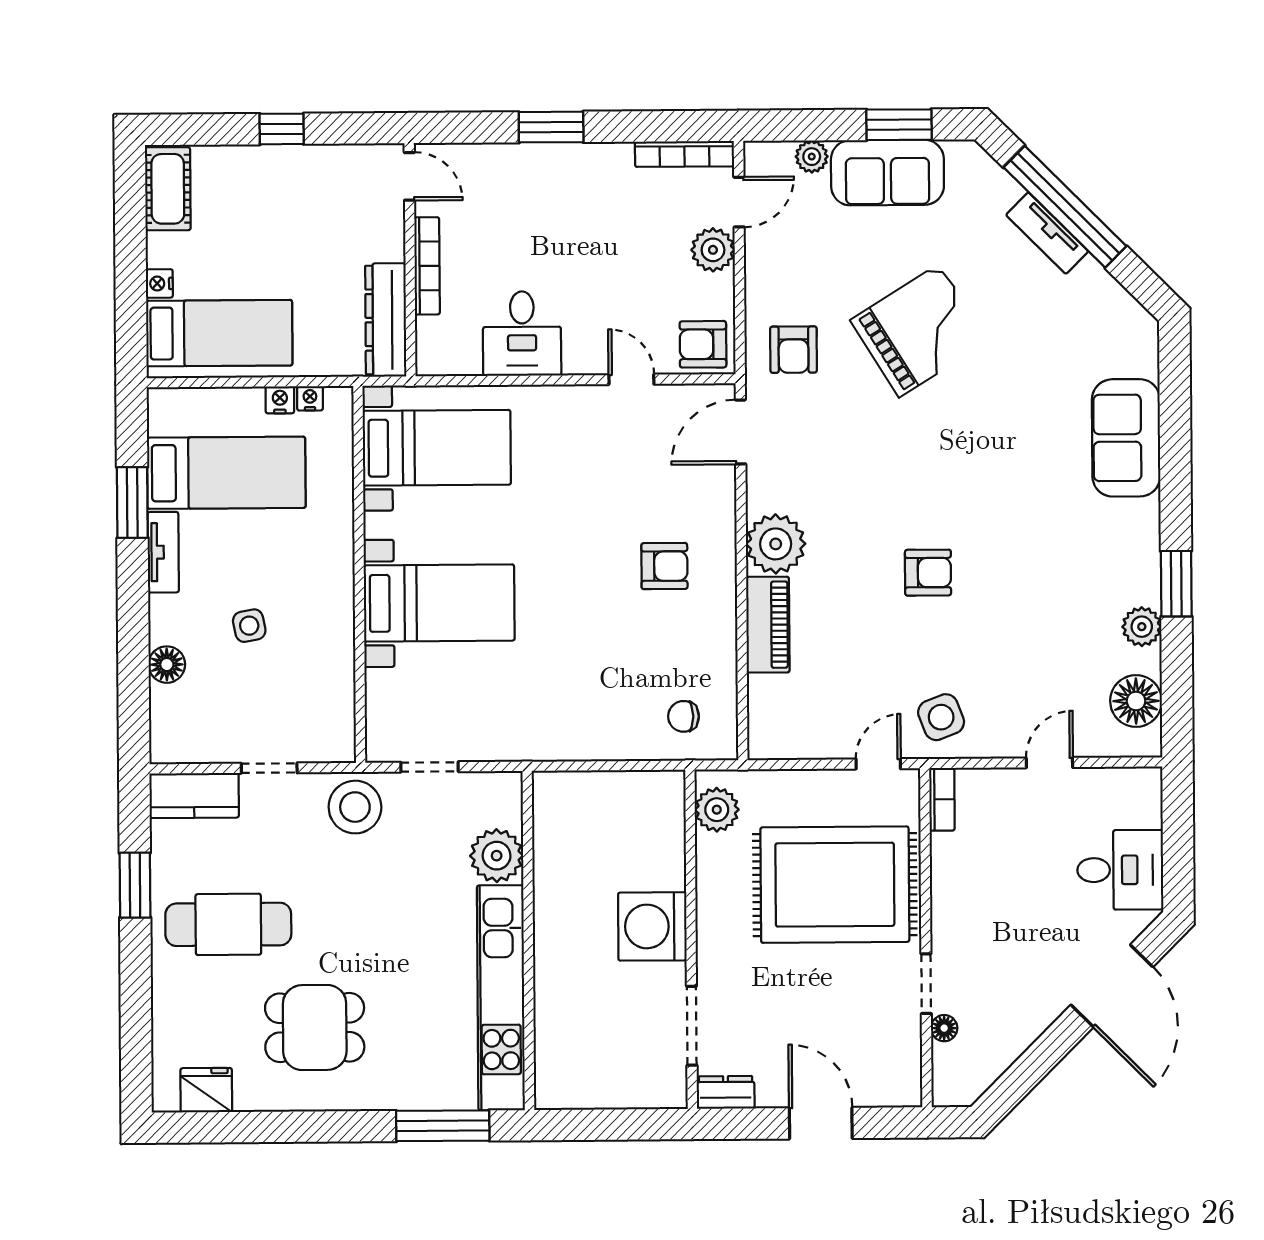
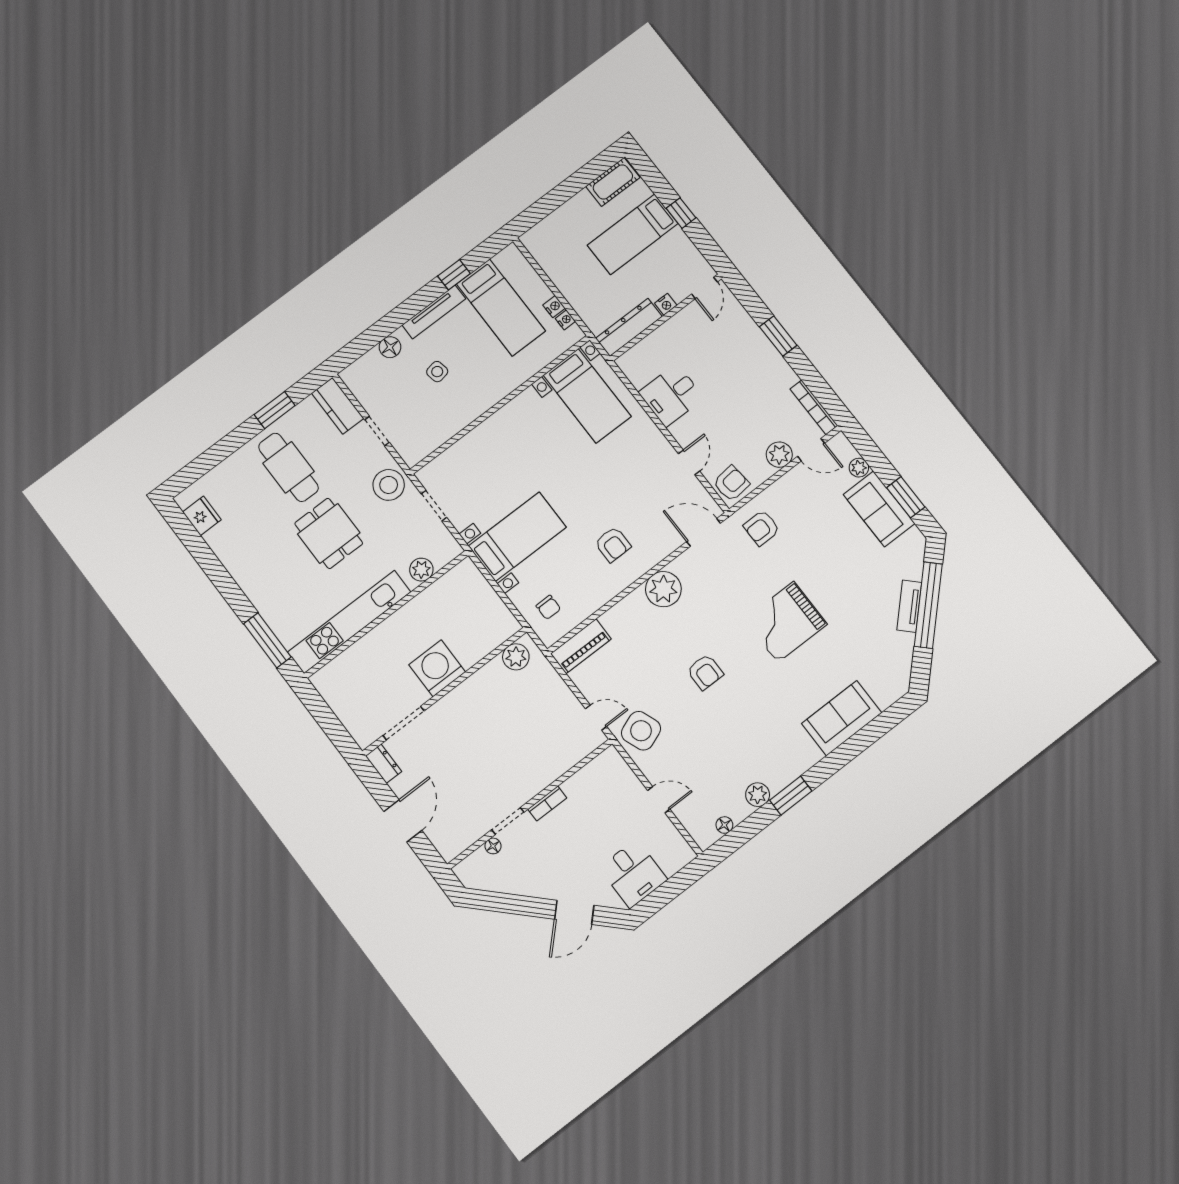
bookcase: (427, 266) -> (669, 327), removed
nightstand: (159, 283) -> (666, 304), moved, turned 180
grand piano: (919, 331) -> (786, 622), moved, turned 122
bed: (219, 333) -> (633, 234), moved, turned 90
armchair: (703, 344) -> (731, 483), turned 84
window: (132, 502) -> (454, 275), width x0.67
tv unit: (163, 552) -> (434, 312), width x1.41
bed with nightstands: (439, 603) -> (517, 537), moved, turned -90
piano: (768, 625) -> (581, 646), moved
floor lamp: (1136, 701) -> (724, 825), width x0.53, depth x0.53
chair: (683, 716) -> (548, 607), turned 180
side table: (941, 717) -> (641, 731), width x1.37, depth x1.37
bookcase: (942, 799) -> (547, 804), moved
plant: (497, 856) -> (421, 570), width x0.73, depth x0.73
rug: (835, 885) -> (522, 741), removed
door: (1112, 986) -> (574, 912), width x0.73
dining table: (315, 1028) -> (329, 533), moved

